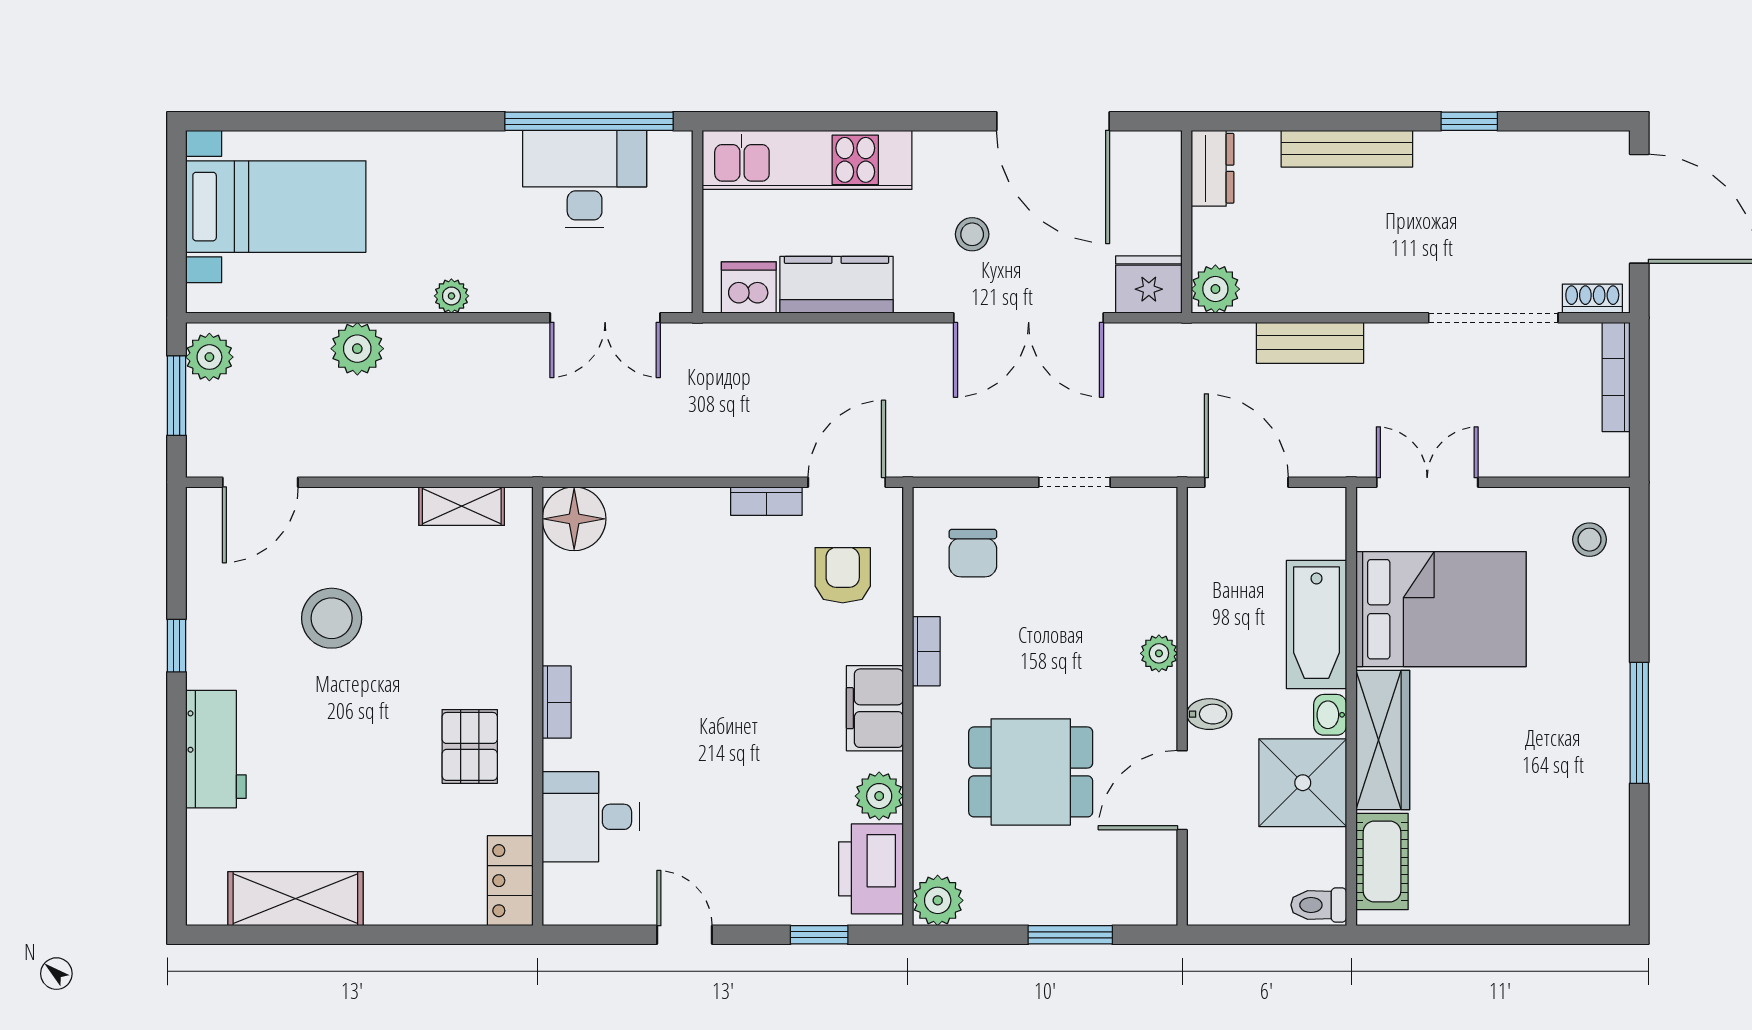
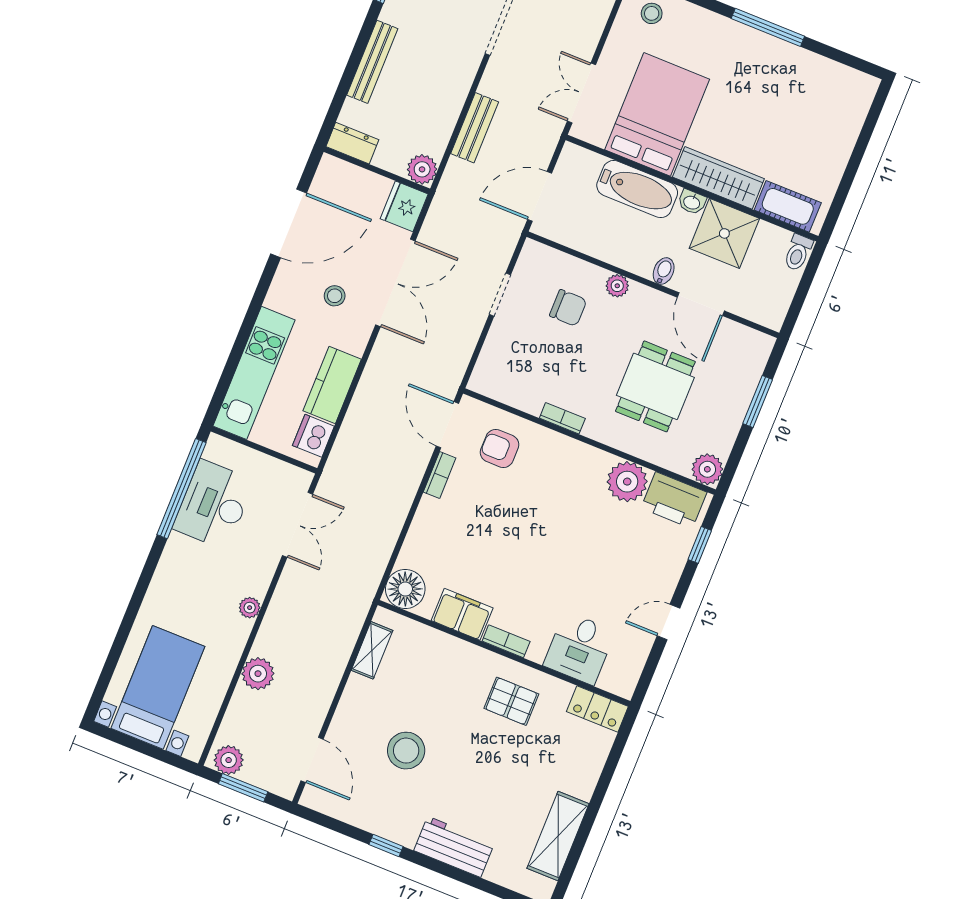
chair: (973, 553) -> (568, 308), moved
filing cabinet: (875, 708) -> (462, 614), moved, turned 180
plant: (879, 796) -> (627, 482), width x1.36, depth x1.36

